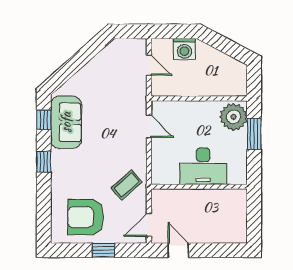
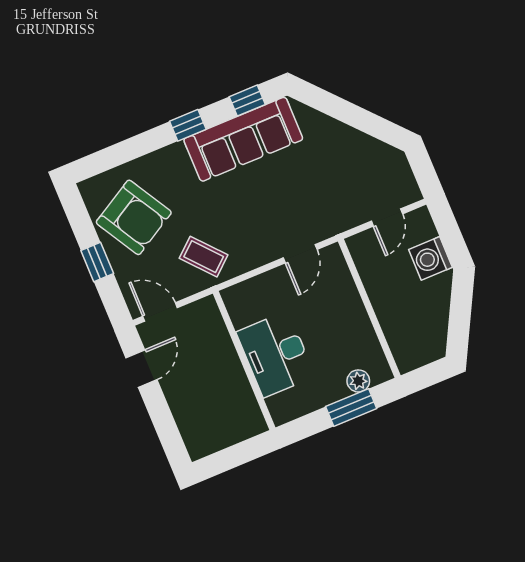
plant: (234, 117) -> (358, 381), width x0.53, depth x0.53
sofa: (66, 122) -> (243, 139), width x1.36
armchair: (86, 217) -> (134, 217), turned 150

